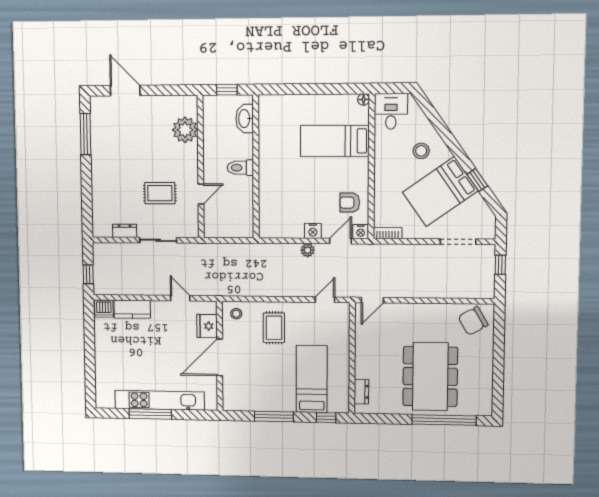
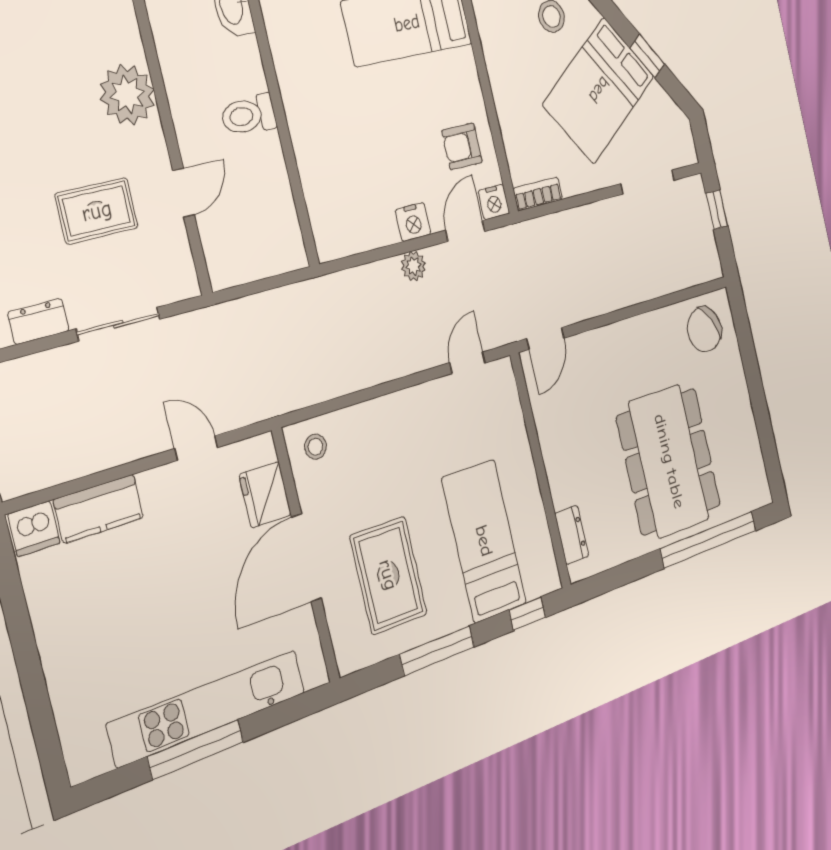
plant: (185, 130) -> (127, 95), moved
rug: (274, 328) -> (388, 575), moved, width x1.36, depth x1.43

